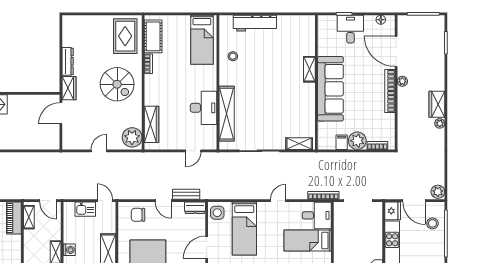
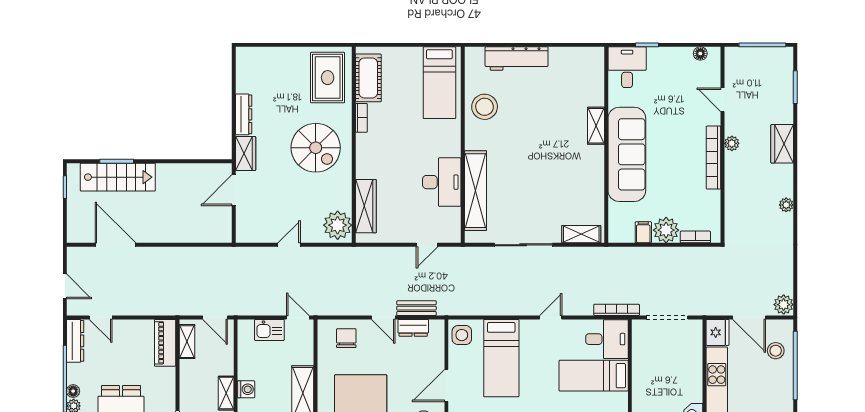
desk: (350, 29) -> (627, 67), moved
door: (396, 51) -> (723, 100), width x0.53
stool: (233, 56) -> (485, 107), width x1.89, depth x1.89
wardrobe: (437, 104) -> (782, 144), moved
dresser: (195, 208) -> (413, 328), moved
chair: (138, 215) -> (346, 338), turned 90

